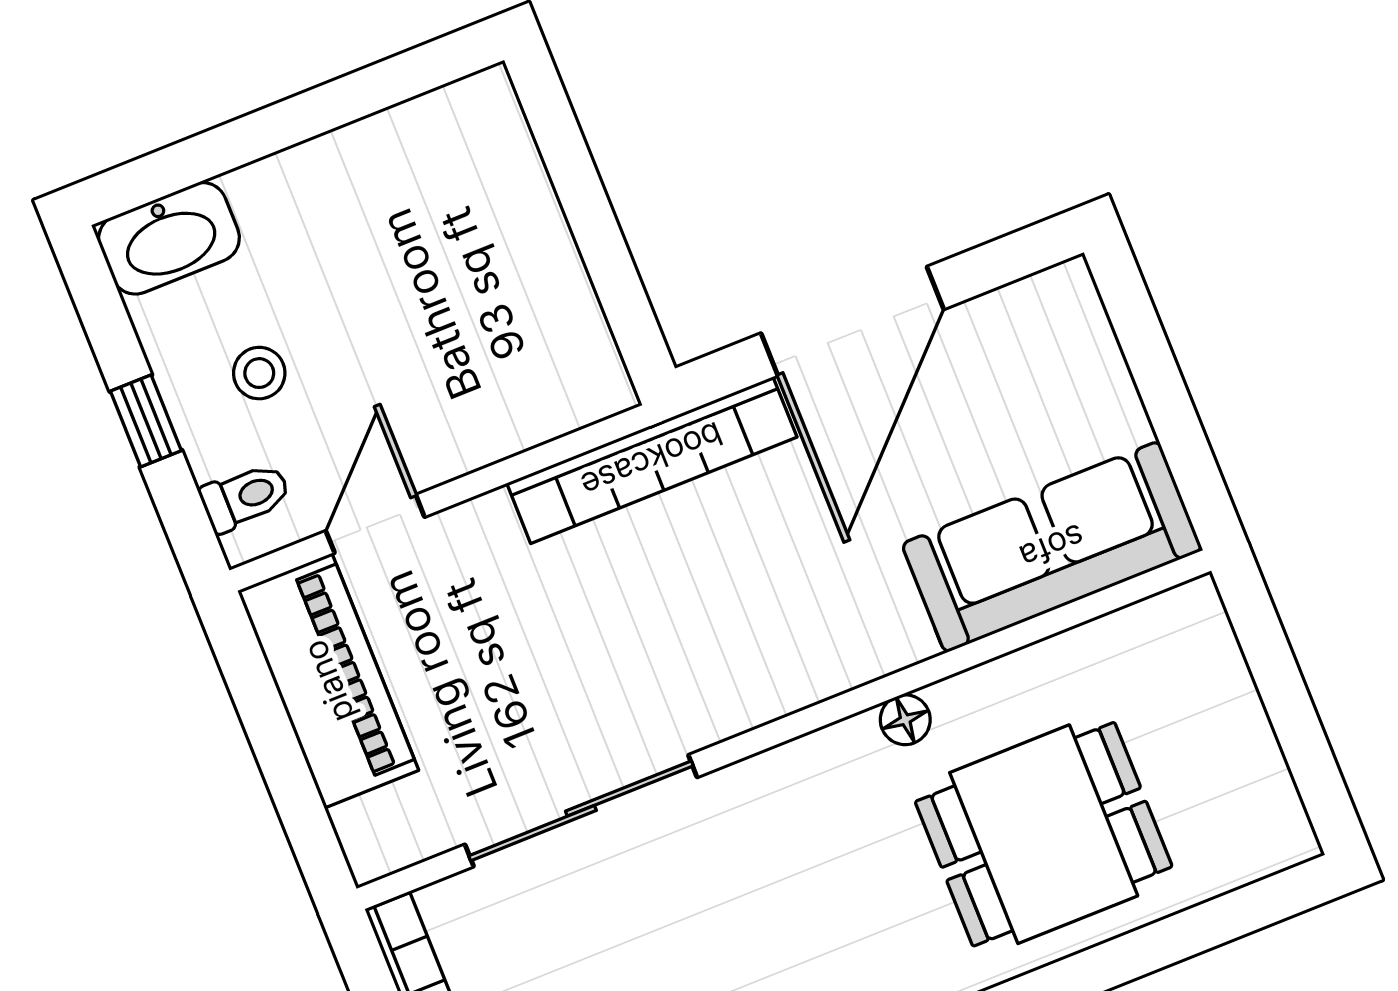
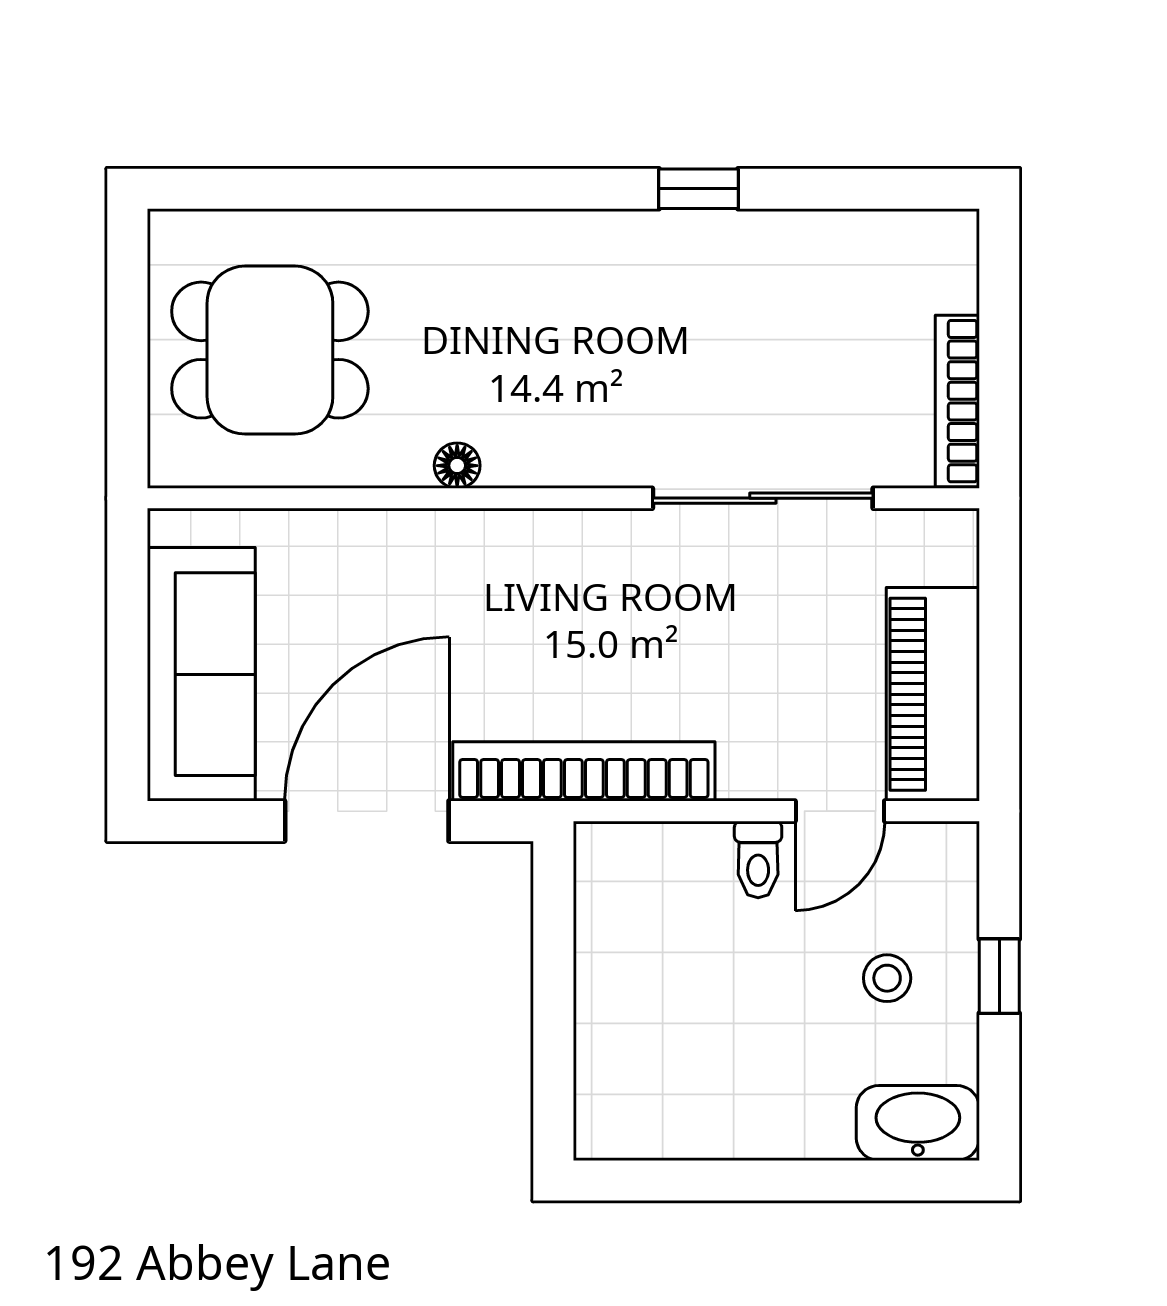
toilet: (245, 497) -> (758, 859), moved, turned -90
sofa: (1052, 547) -> (201, 674), moved, turned -90
dining table: (1044, 834) -> (270, 350), moved

